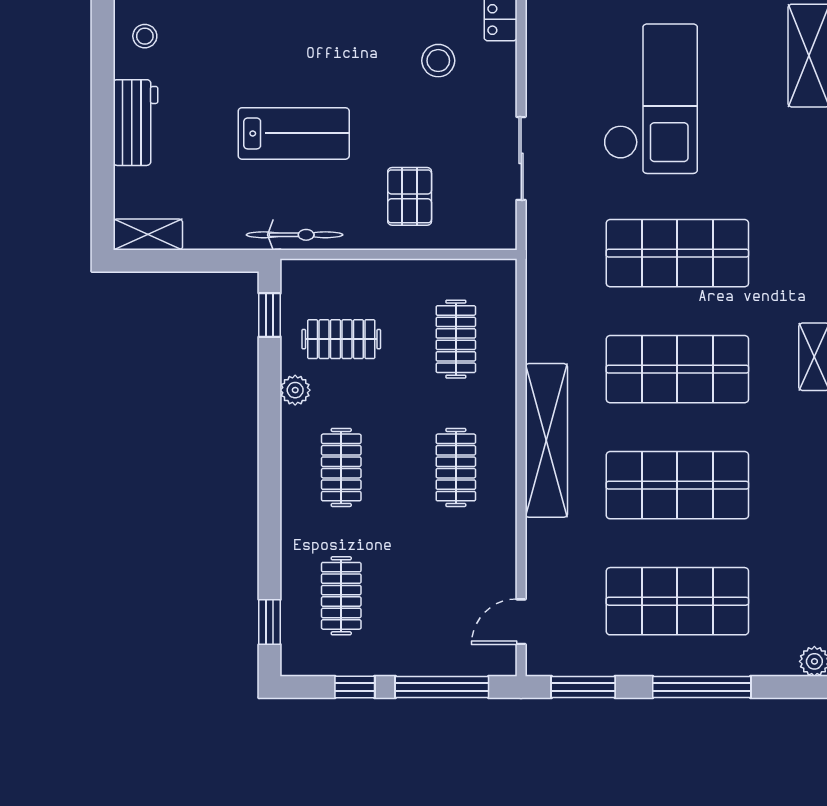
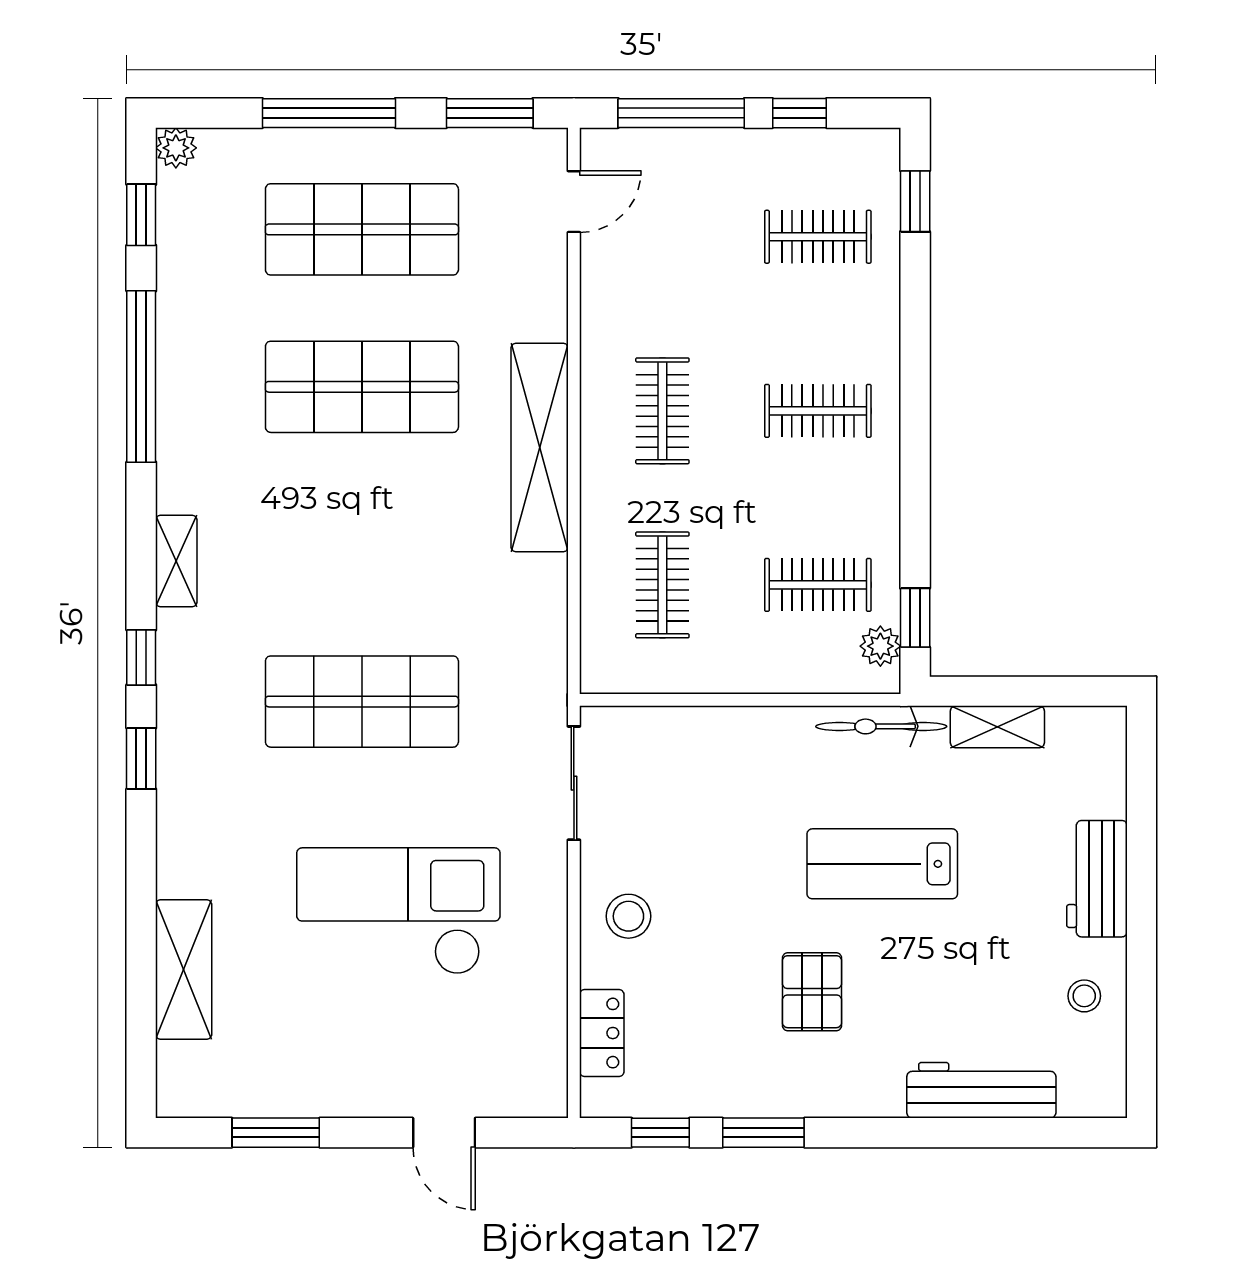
stool: (438, 61) -> (628, 916), moved
checkout: (651, 99) -> (398, 911), turned 90
sliding door: (521, 158) -> (574, 783), moved
pallet: (410, 196) -> (812, 992), moved
shelving: (148, 234) -> (997, 727), moved
shop shelf: (677, 369) -> (362, 544), removed
plant: (295, 390) -> (880, 646), moved
clothes rail: (341, 467) -> (818, 411), turned 90
clothes rail: (341, 596) -> (818, 237), turned 90

